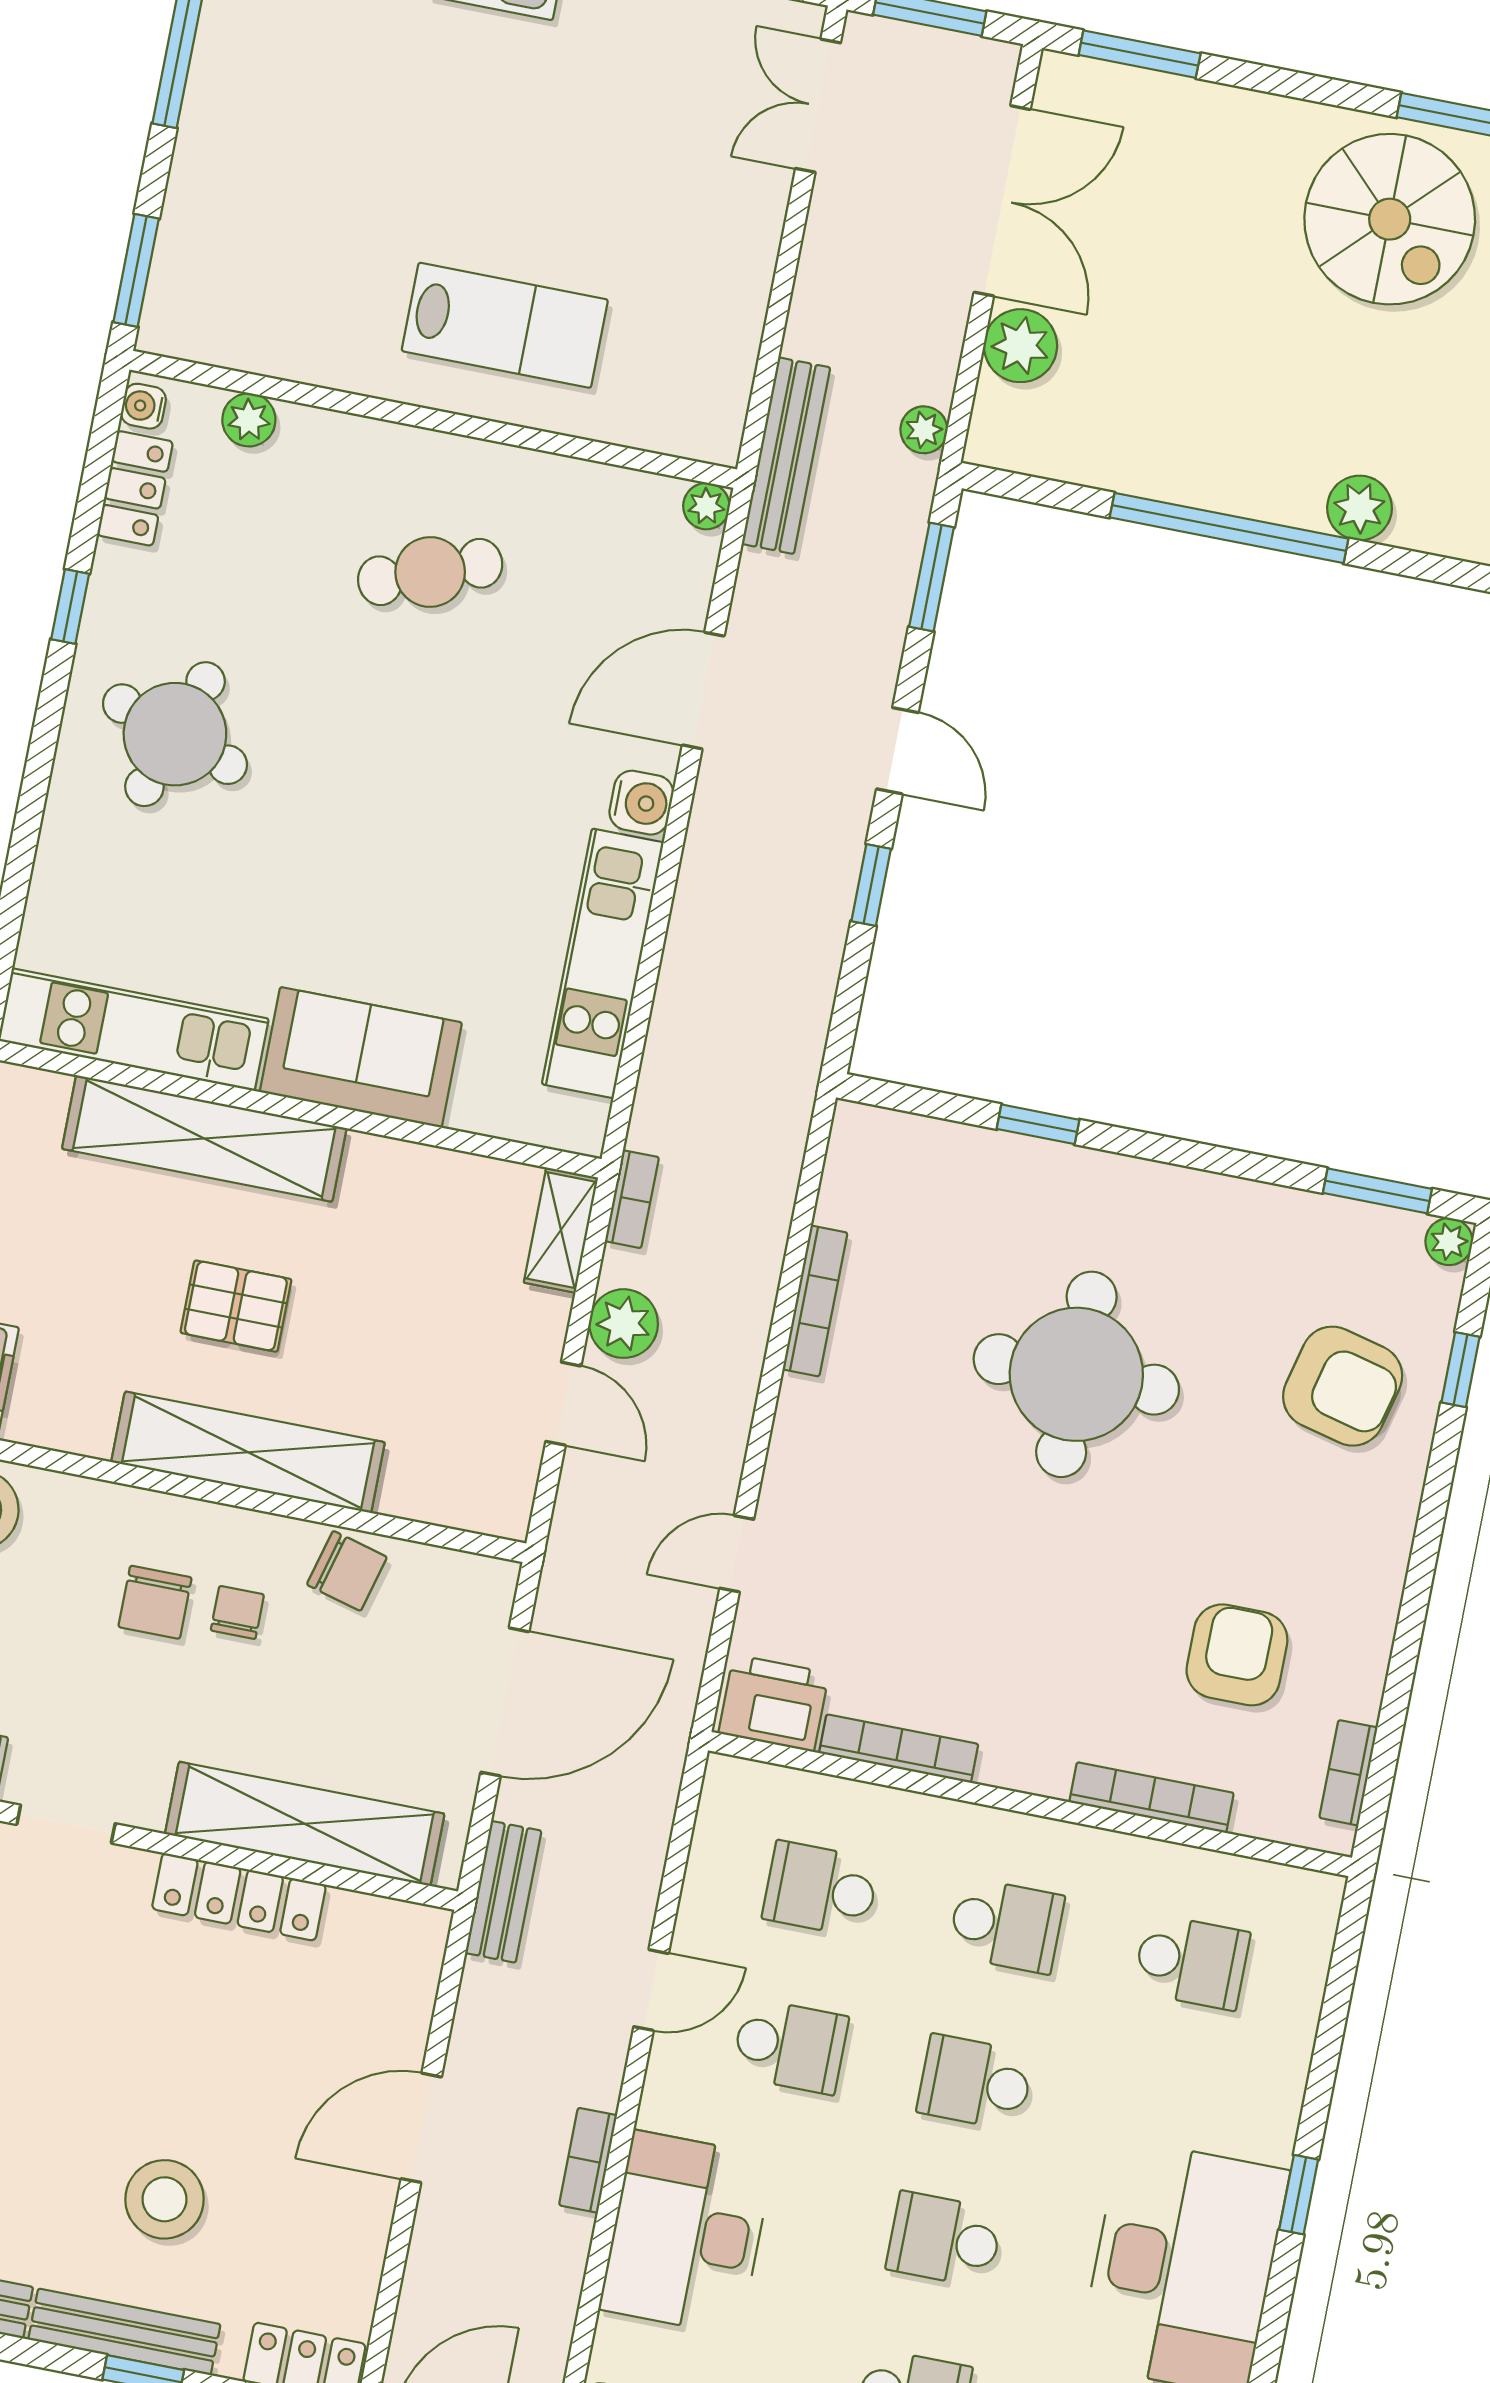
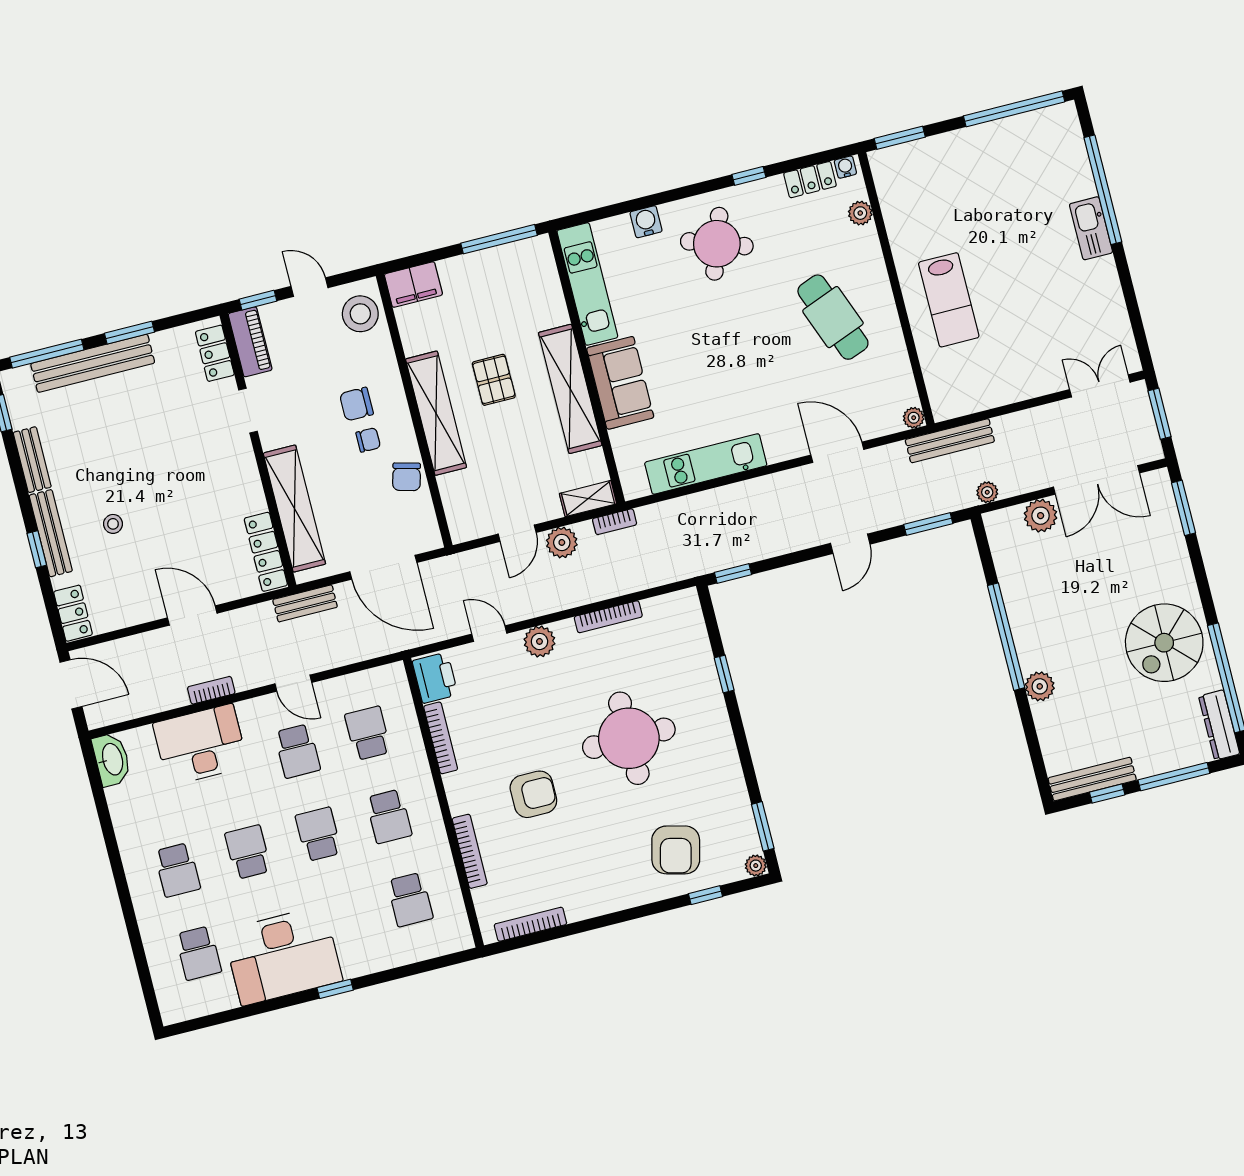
cafe table: (430, 572) -> (833, 317), width x1.37, depth x1.35
water cooler: (641, 803) -> (646, 222), moved, turned 180
window: (871, 885) -> (733, 573), moved
shelving: (204, 1138) -> (570, 389), moved
plant: (800, 1461) -> (539, 641), added
armchair: (1237, 1655) -> (533, 794), moved
bookcase: (1348, 1773) -> (530, 924), width x1.56
locker: (239, 1897) -> (266, 552), moved
stool: (165, 2199) -> (113, 524), width x0.53, depth x0.53

